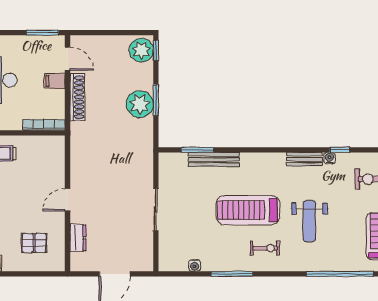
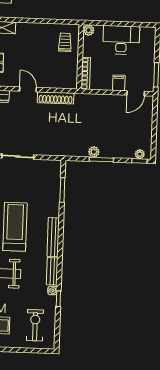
plant: (141, 50) -> (140, 154), width x0.53, depth x0.53
shoe rack: (77, 97) -> (56, 98), moved
plant: (140, 104) -> (94, 152), width x0.53, depth x0.53
bench: (214, 159) -> (53, 237), moved

